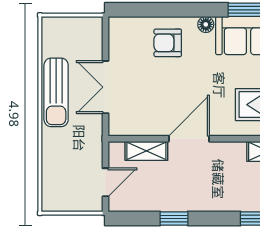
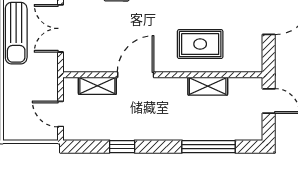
door: (105, 182) -> (61, 114), swing flipped

